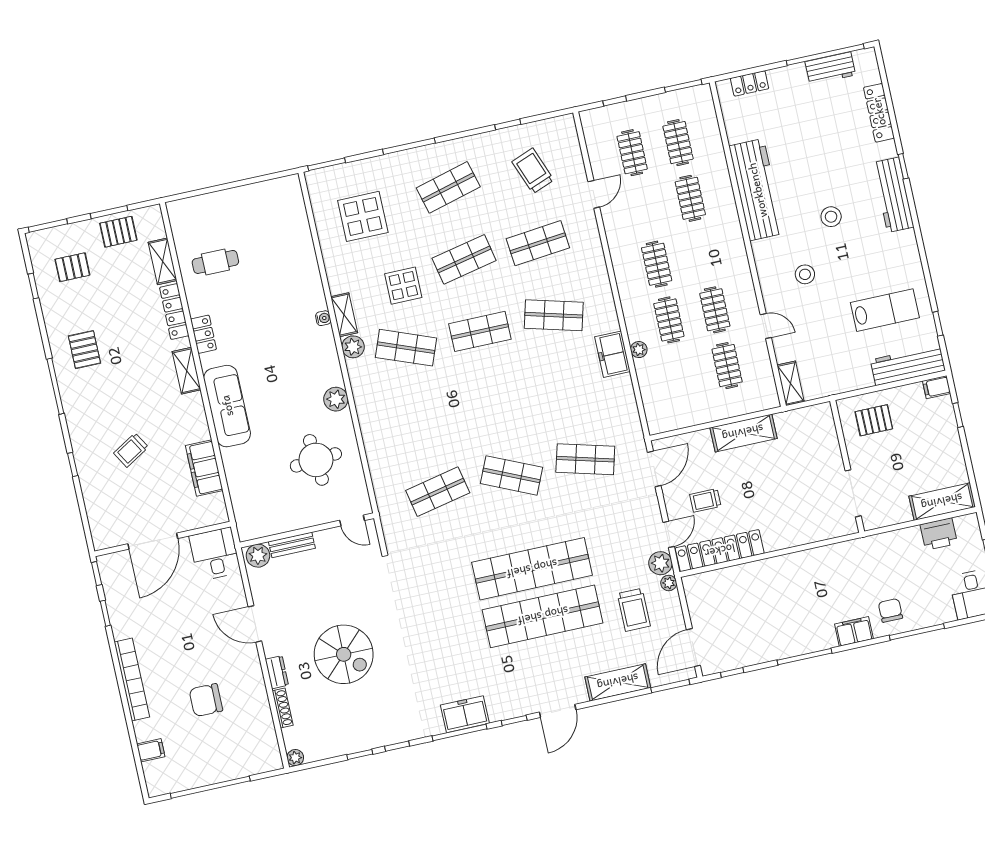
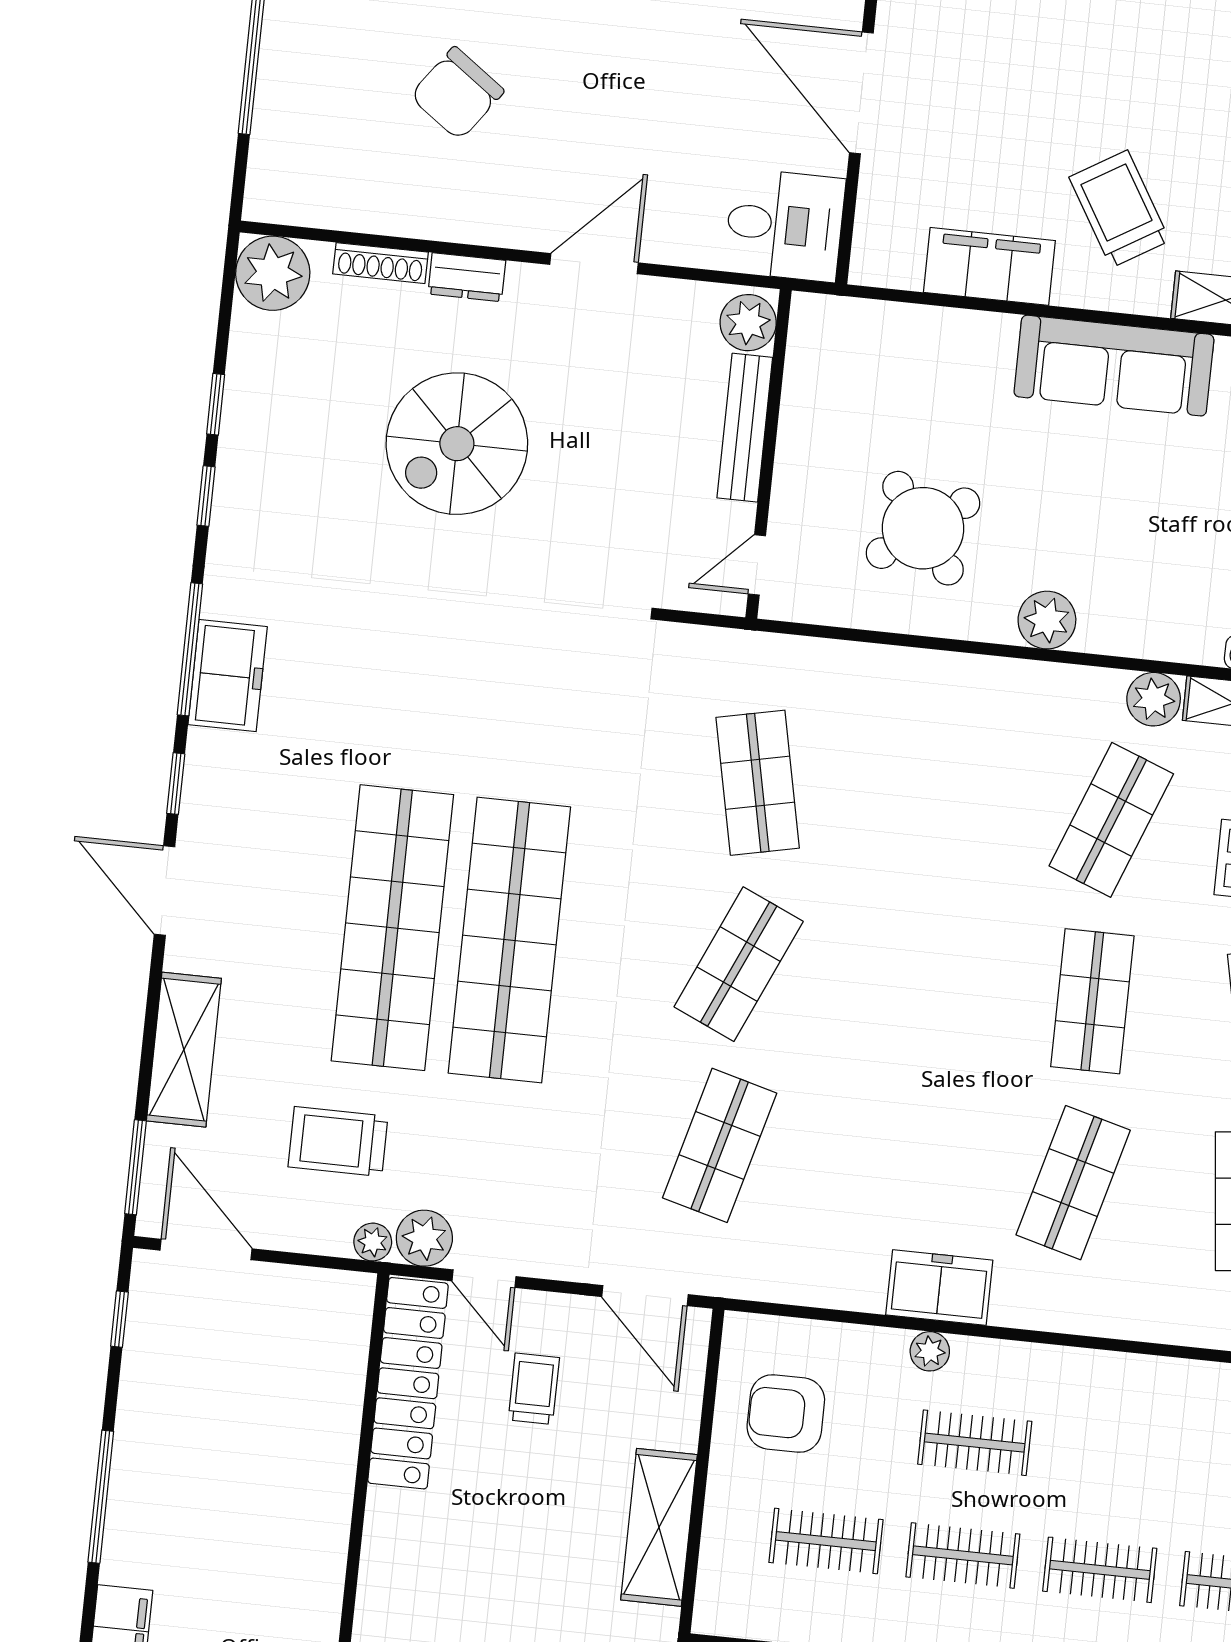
clothes rail: (657, 264) -> (1100, 1570), moved
armchair: (682, 398) -> (786, 1413), added
trolley: (131, 450) -> (1119, 209), moved, width x1.36, depth x1.39
round table: (316, 460) -> (923, 528), turned -32
bench: (292, 545) -> (745, 428), width x1.36
chair: (206, 700) -> (457, 93), turned -144
plant: (295, 758) -> (273, 273), width x1.88, depth x1.88

